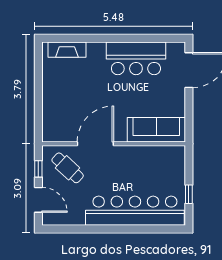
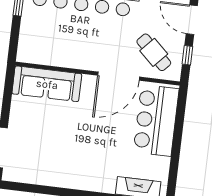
bar counter: (136, 58) -> (156, 120), moved, turned -90

